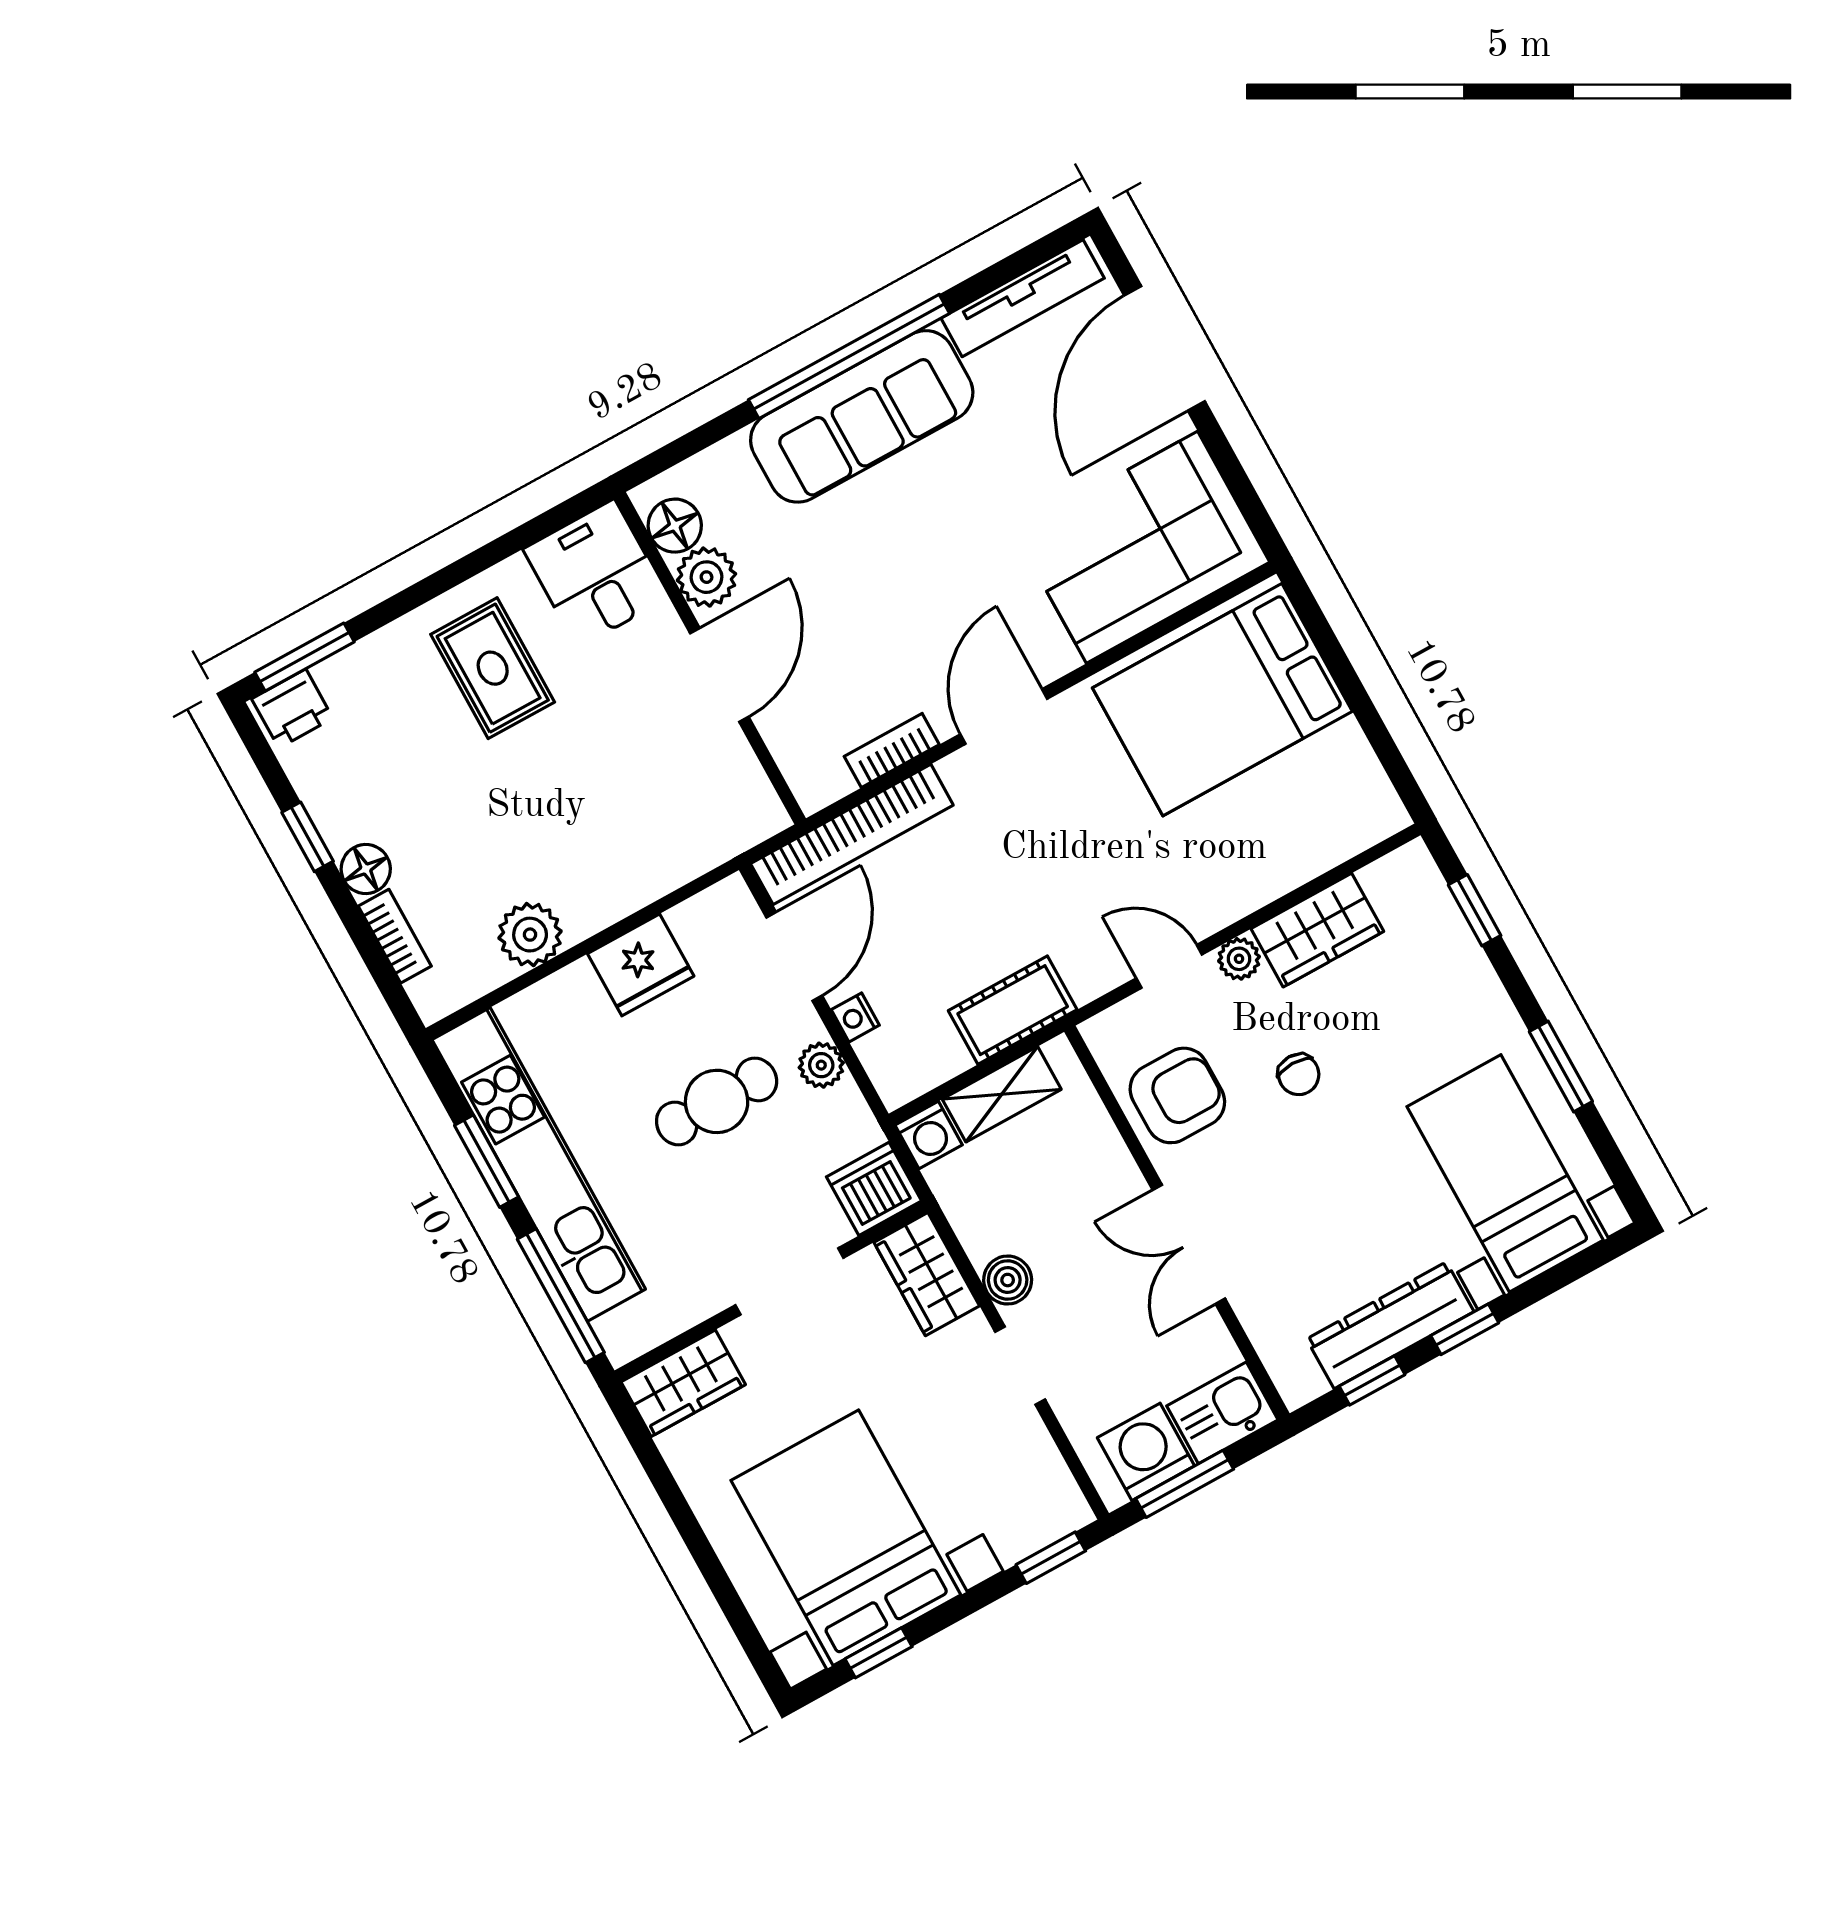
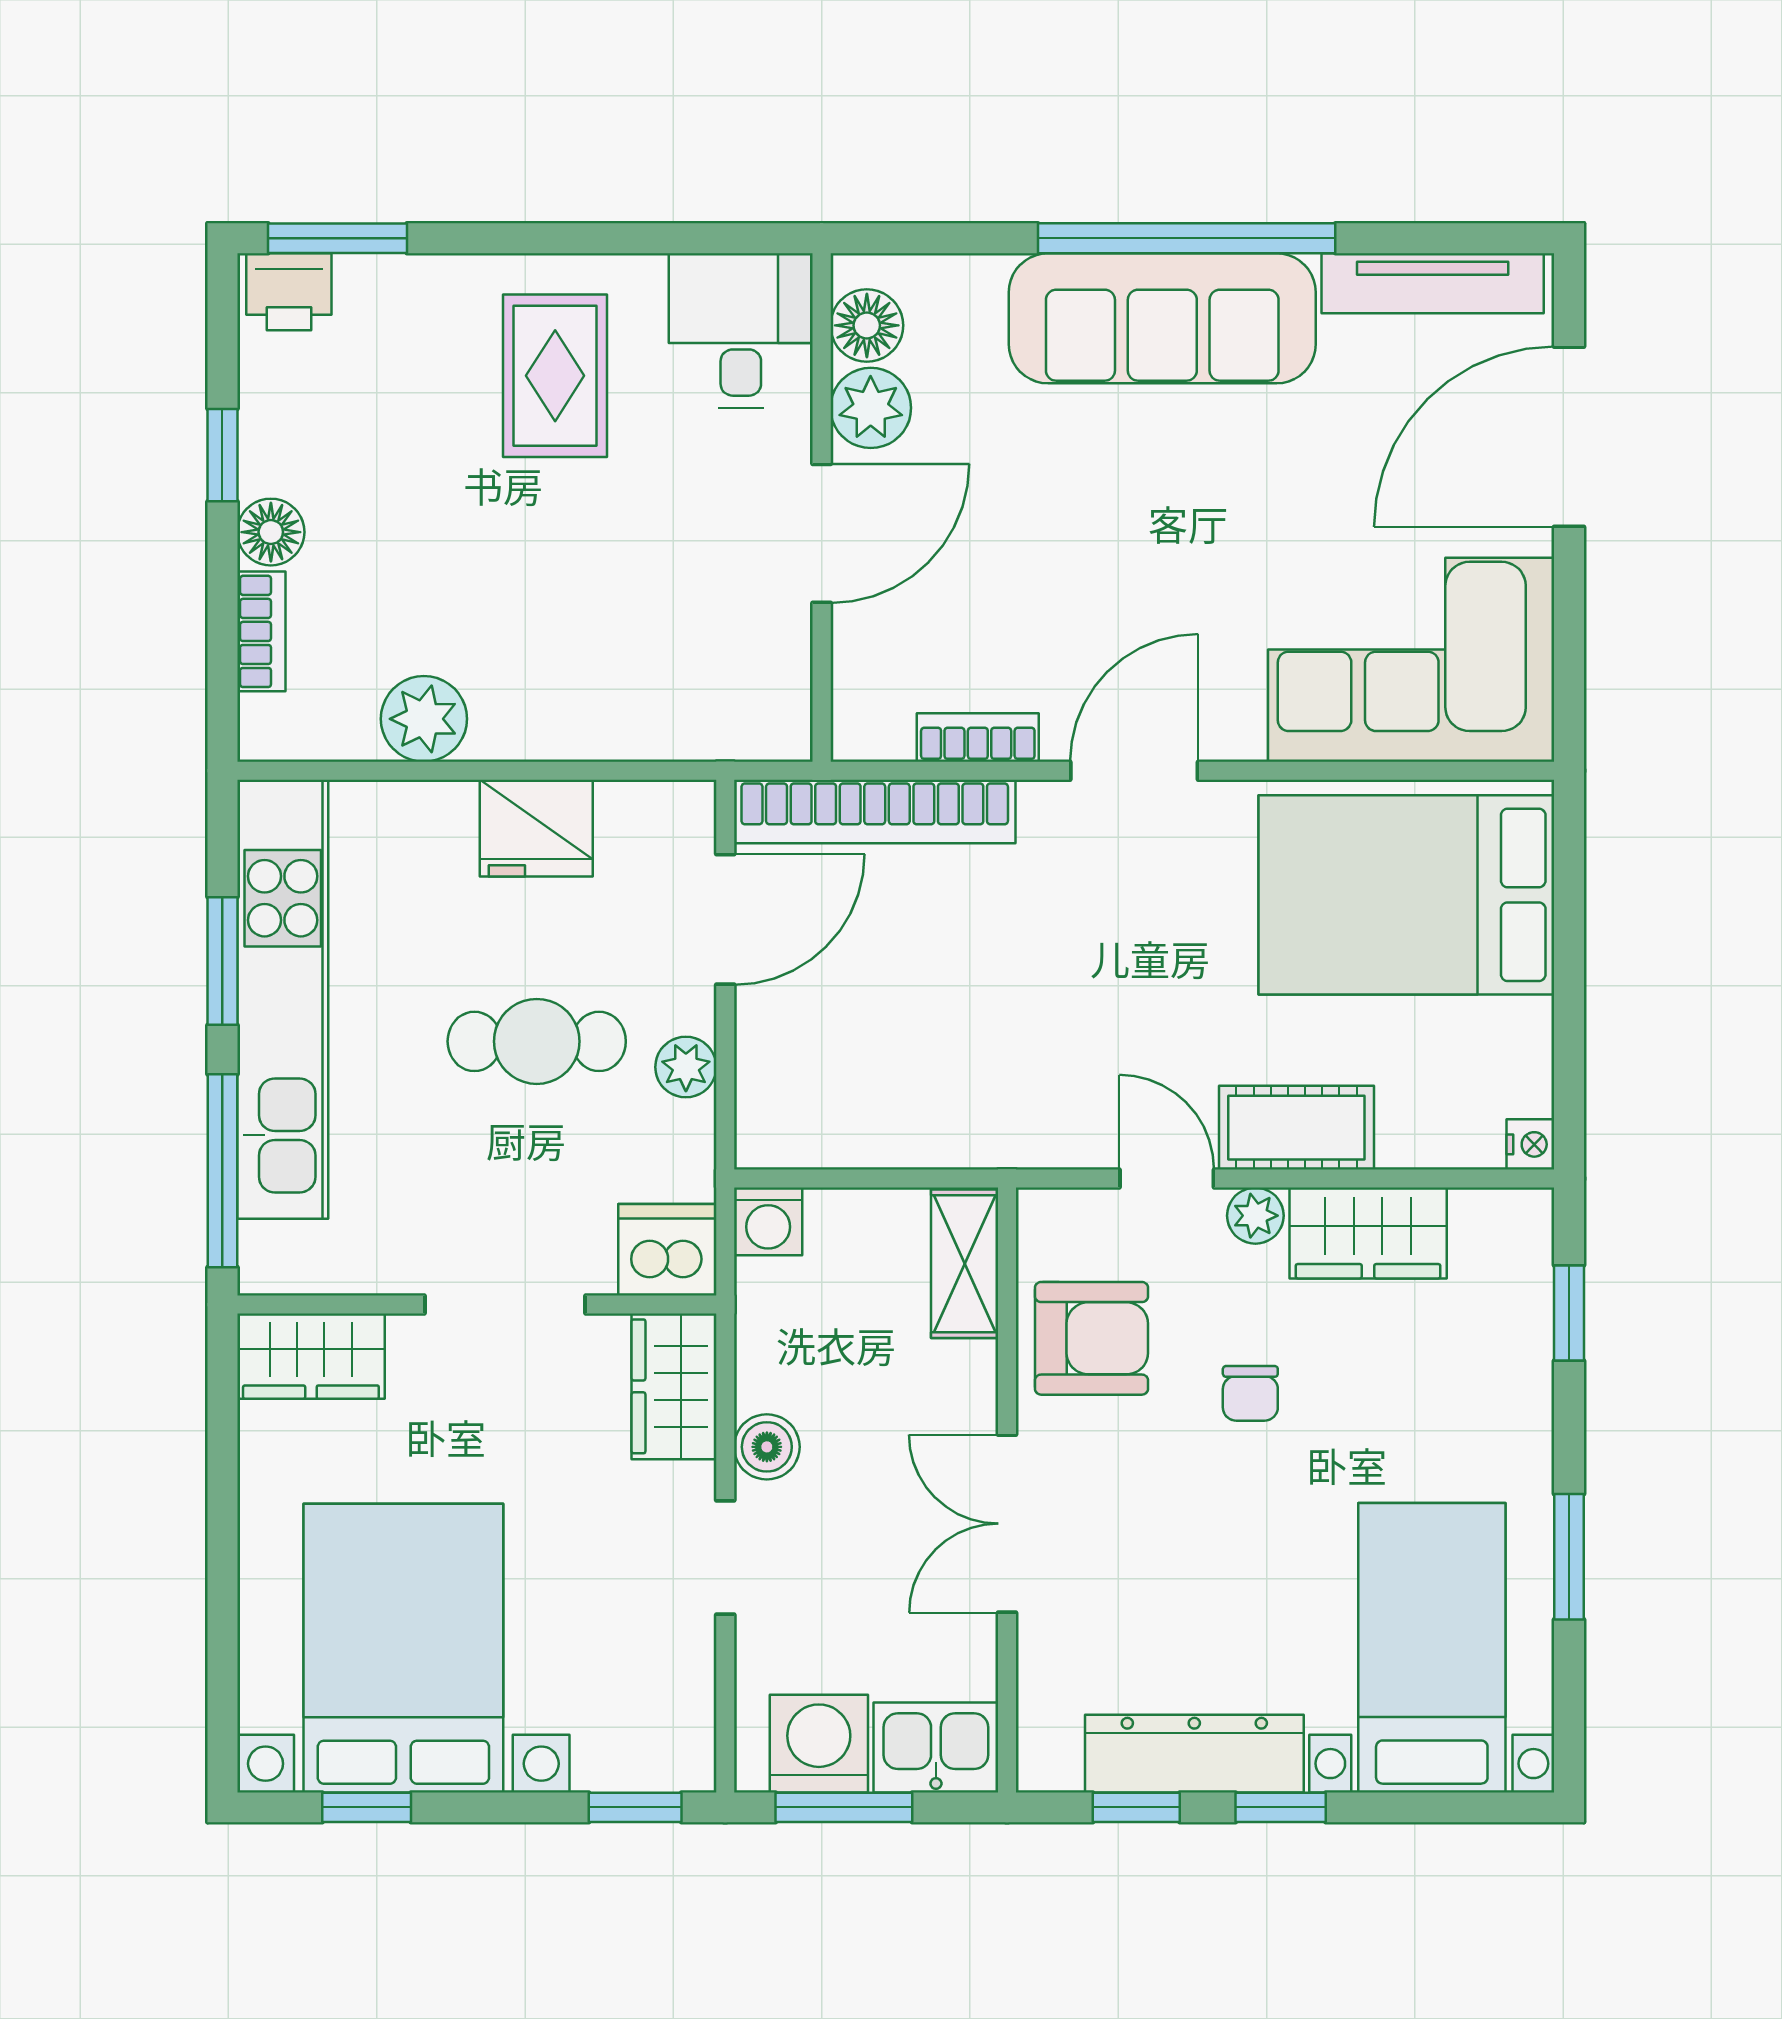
cot: (1013, 1010) -> (1296, 1128), moved
nightstand: (855, 1017) -> (1530, 1144), moved, turned 180
shelving: (1002, 1094) -> (965, 1264), moved, turned 90

